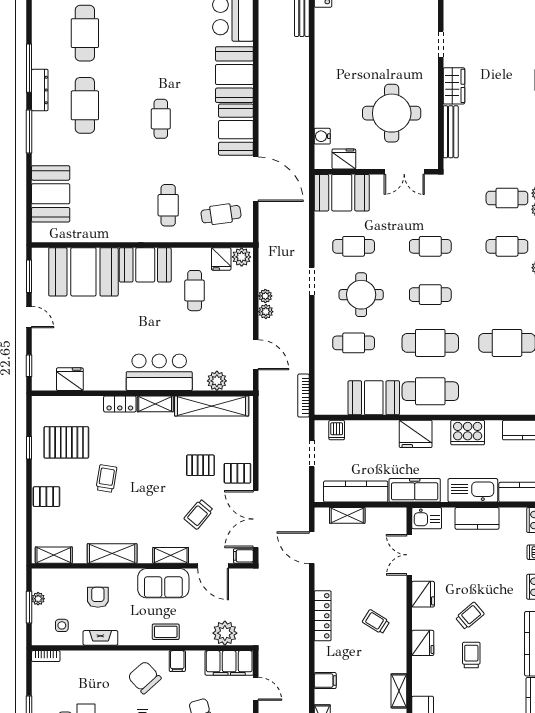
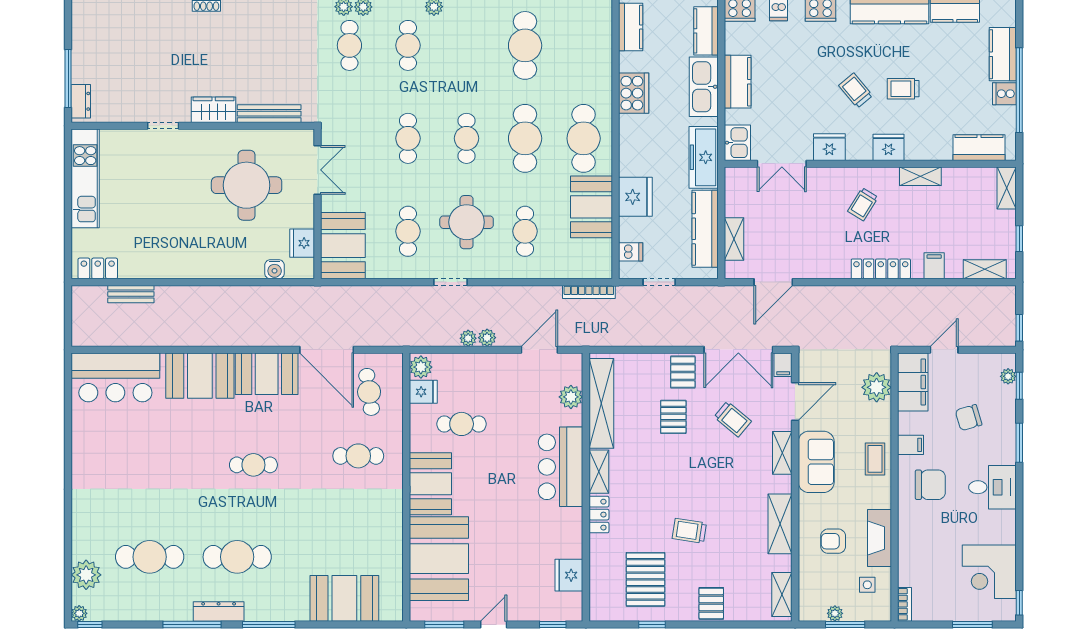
door: (256, 179) -> (327, 350), swing flipped
fridge: (416, 434) -> (635, 197), moved
locker: (323, 616) -> (881, 269), moved
fireplace: (100, 638) -> (880, 538), width x1.37, depth x1.32
chair: (144, 677) -> (930, 485), turned -138
shelving: (399, 691) -> (920, 176), moved

